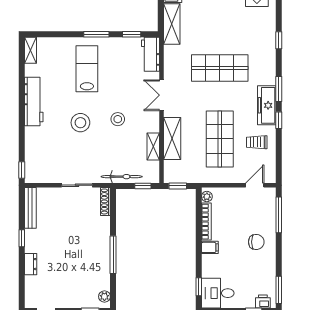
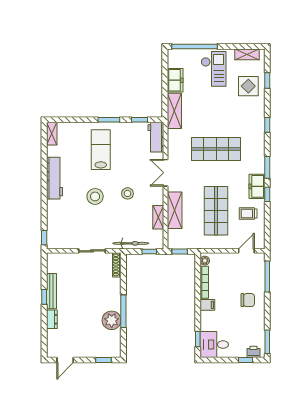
freezer: (267, 105) -> (257, 186), width x0.71
bench: (30, 208) -> (52, 291), moved
plant: (104, 297) -> (112, 320), moved, width x1.88, depth x1.88

